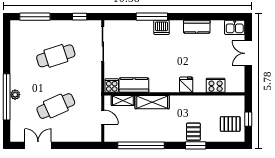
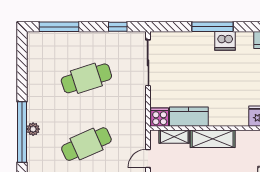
door: (103, 117) -> (148, 158), swing flipped

